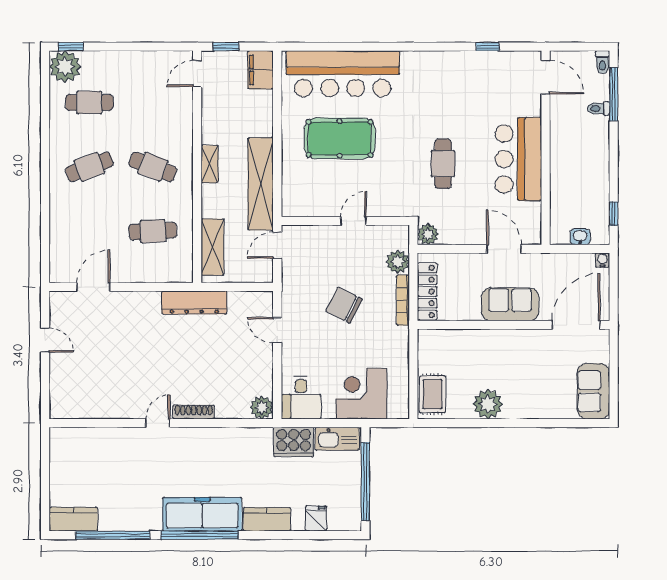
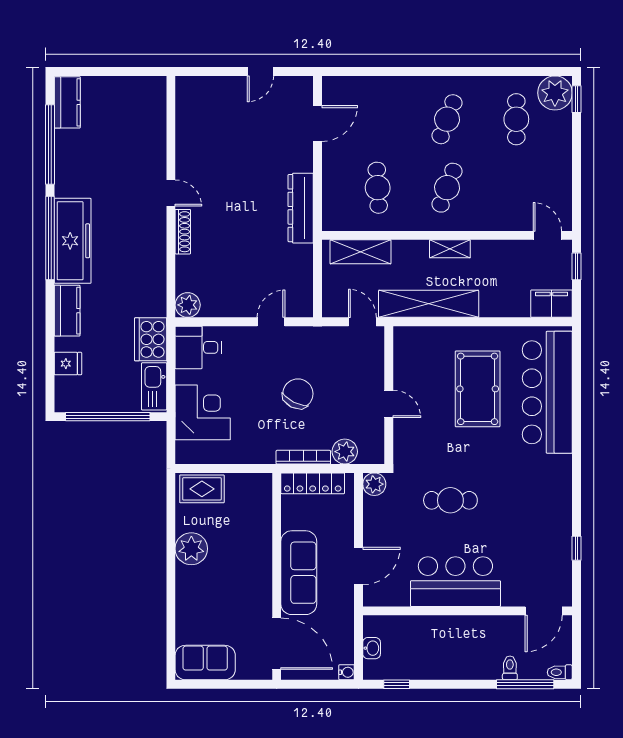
cafe table: (89, 167) -> (447, 119), turned 42
door: (93, 287) -> (318, 123), hinge flipped
dresser: (194, 303) -> (301, 208), moved
sofa: (510, 304) -> (299, 573), width x1.36

